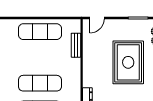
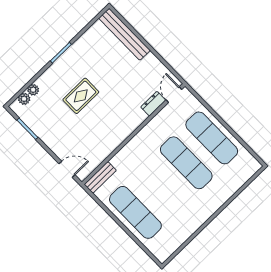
bench: (76, 45) -> (100, 177), moved
rug: (128, 62) -> (81, 96), width x0.54, depth x0.49

